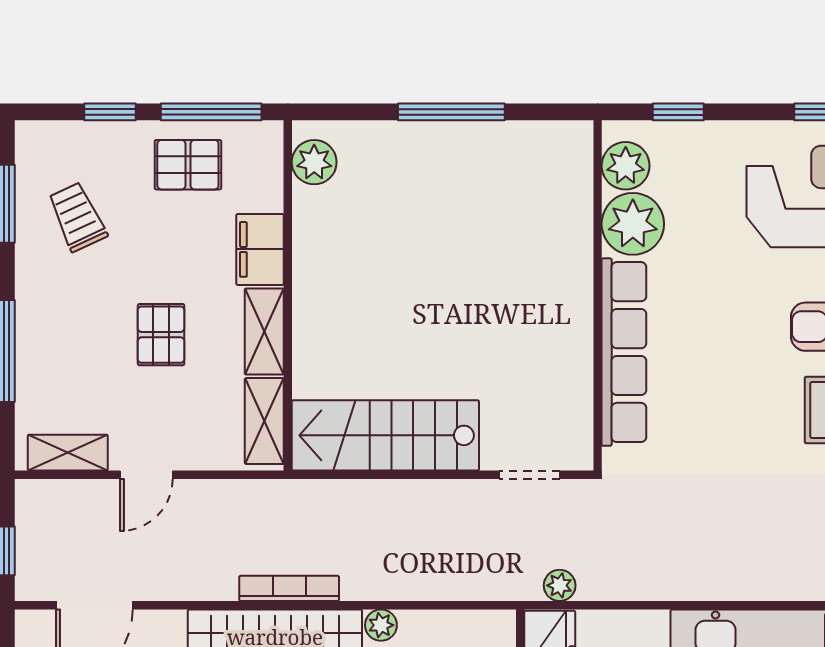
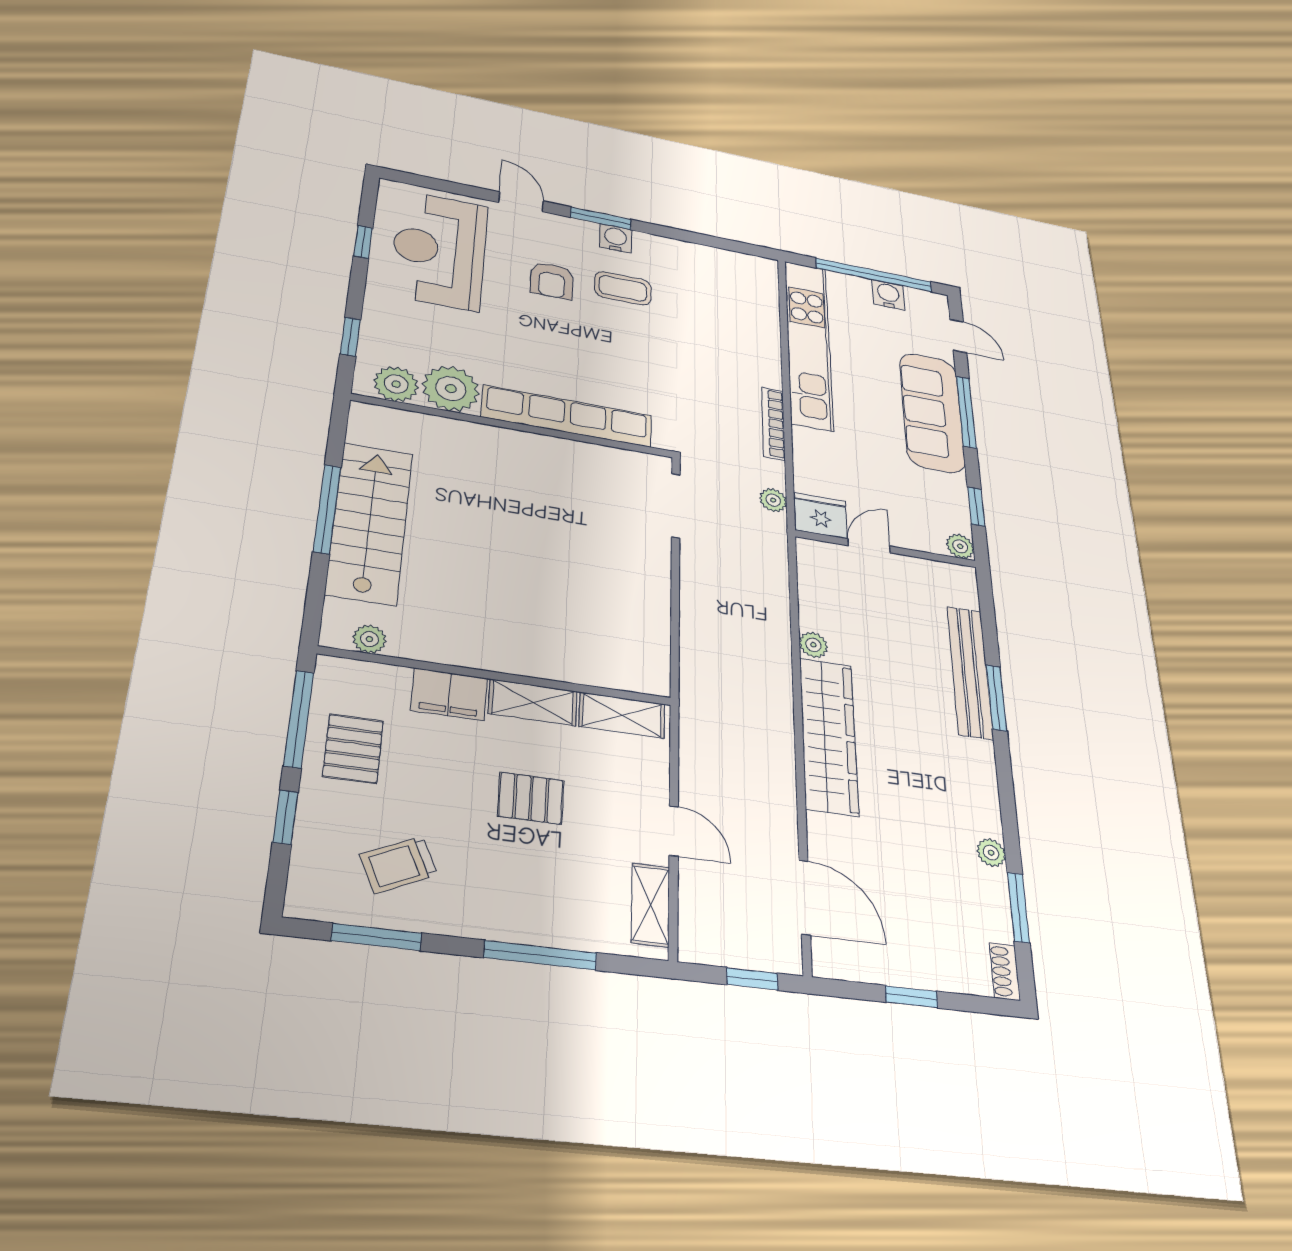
plant: (314, 162) -> (369, 639), width x0.73, depth x0.73
stairs: (385, 435) -> (370, 523), moved, turned 180
doorway: (530, 475) -> (676, 506), width x1.38
bookcase: (289, 588) -> (773, 423), moved

